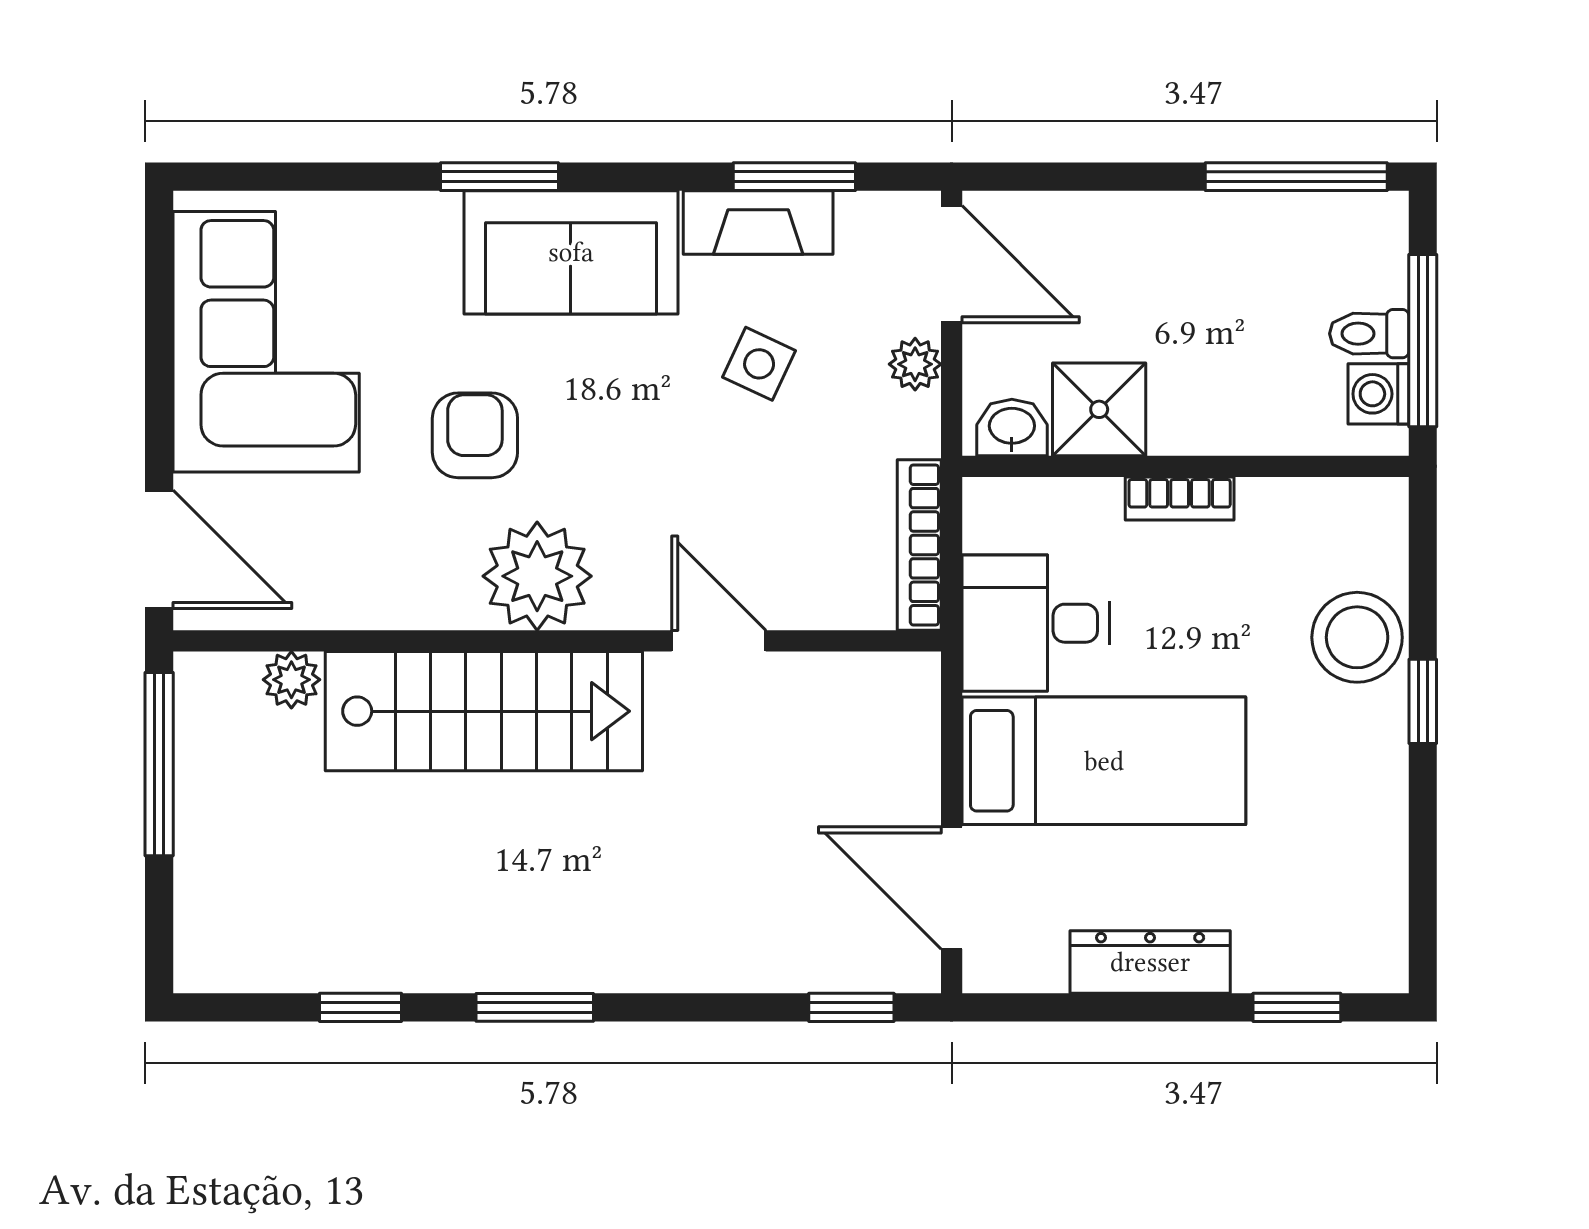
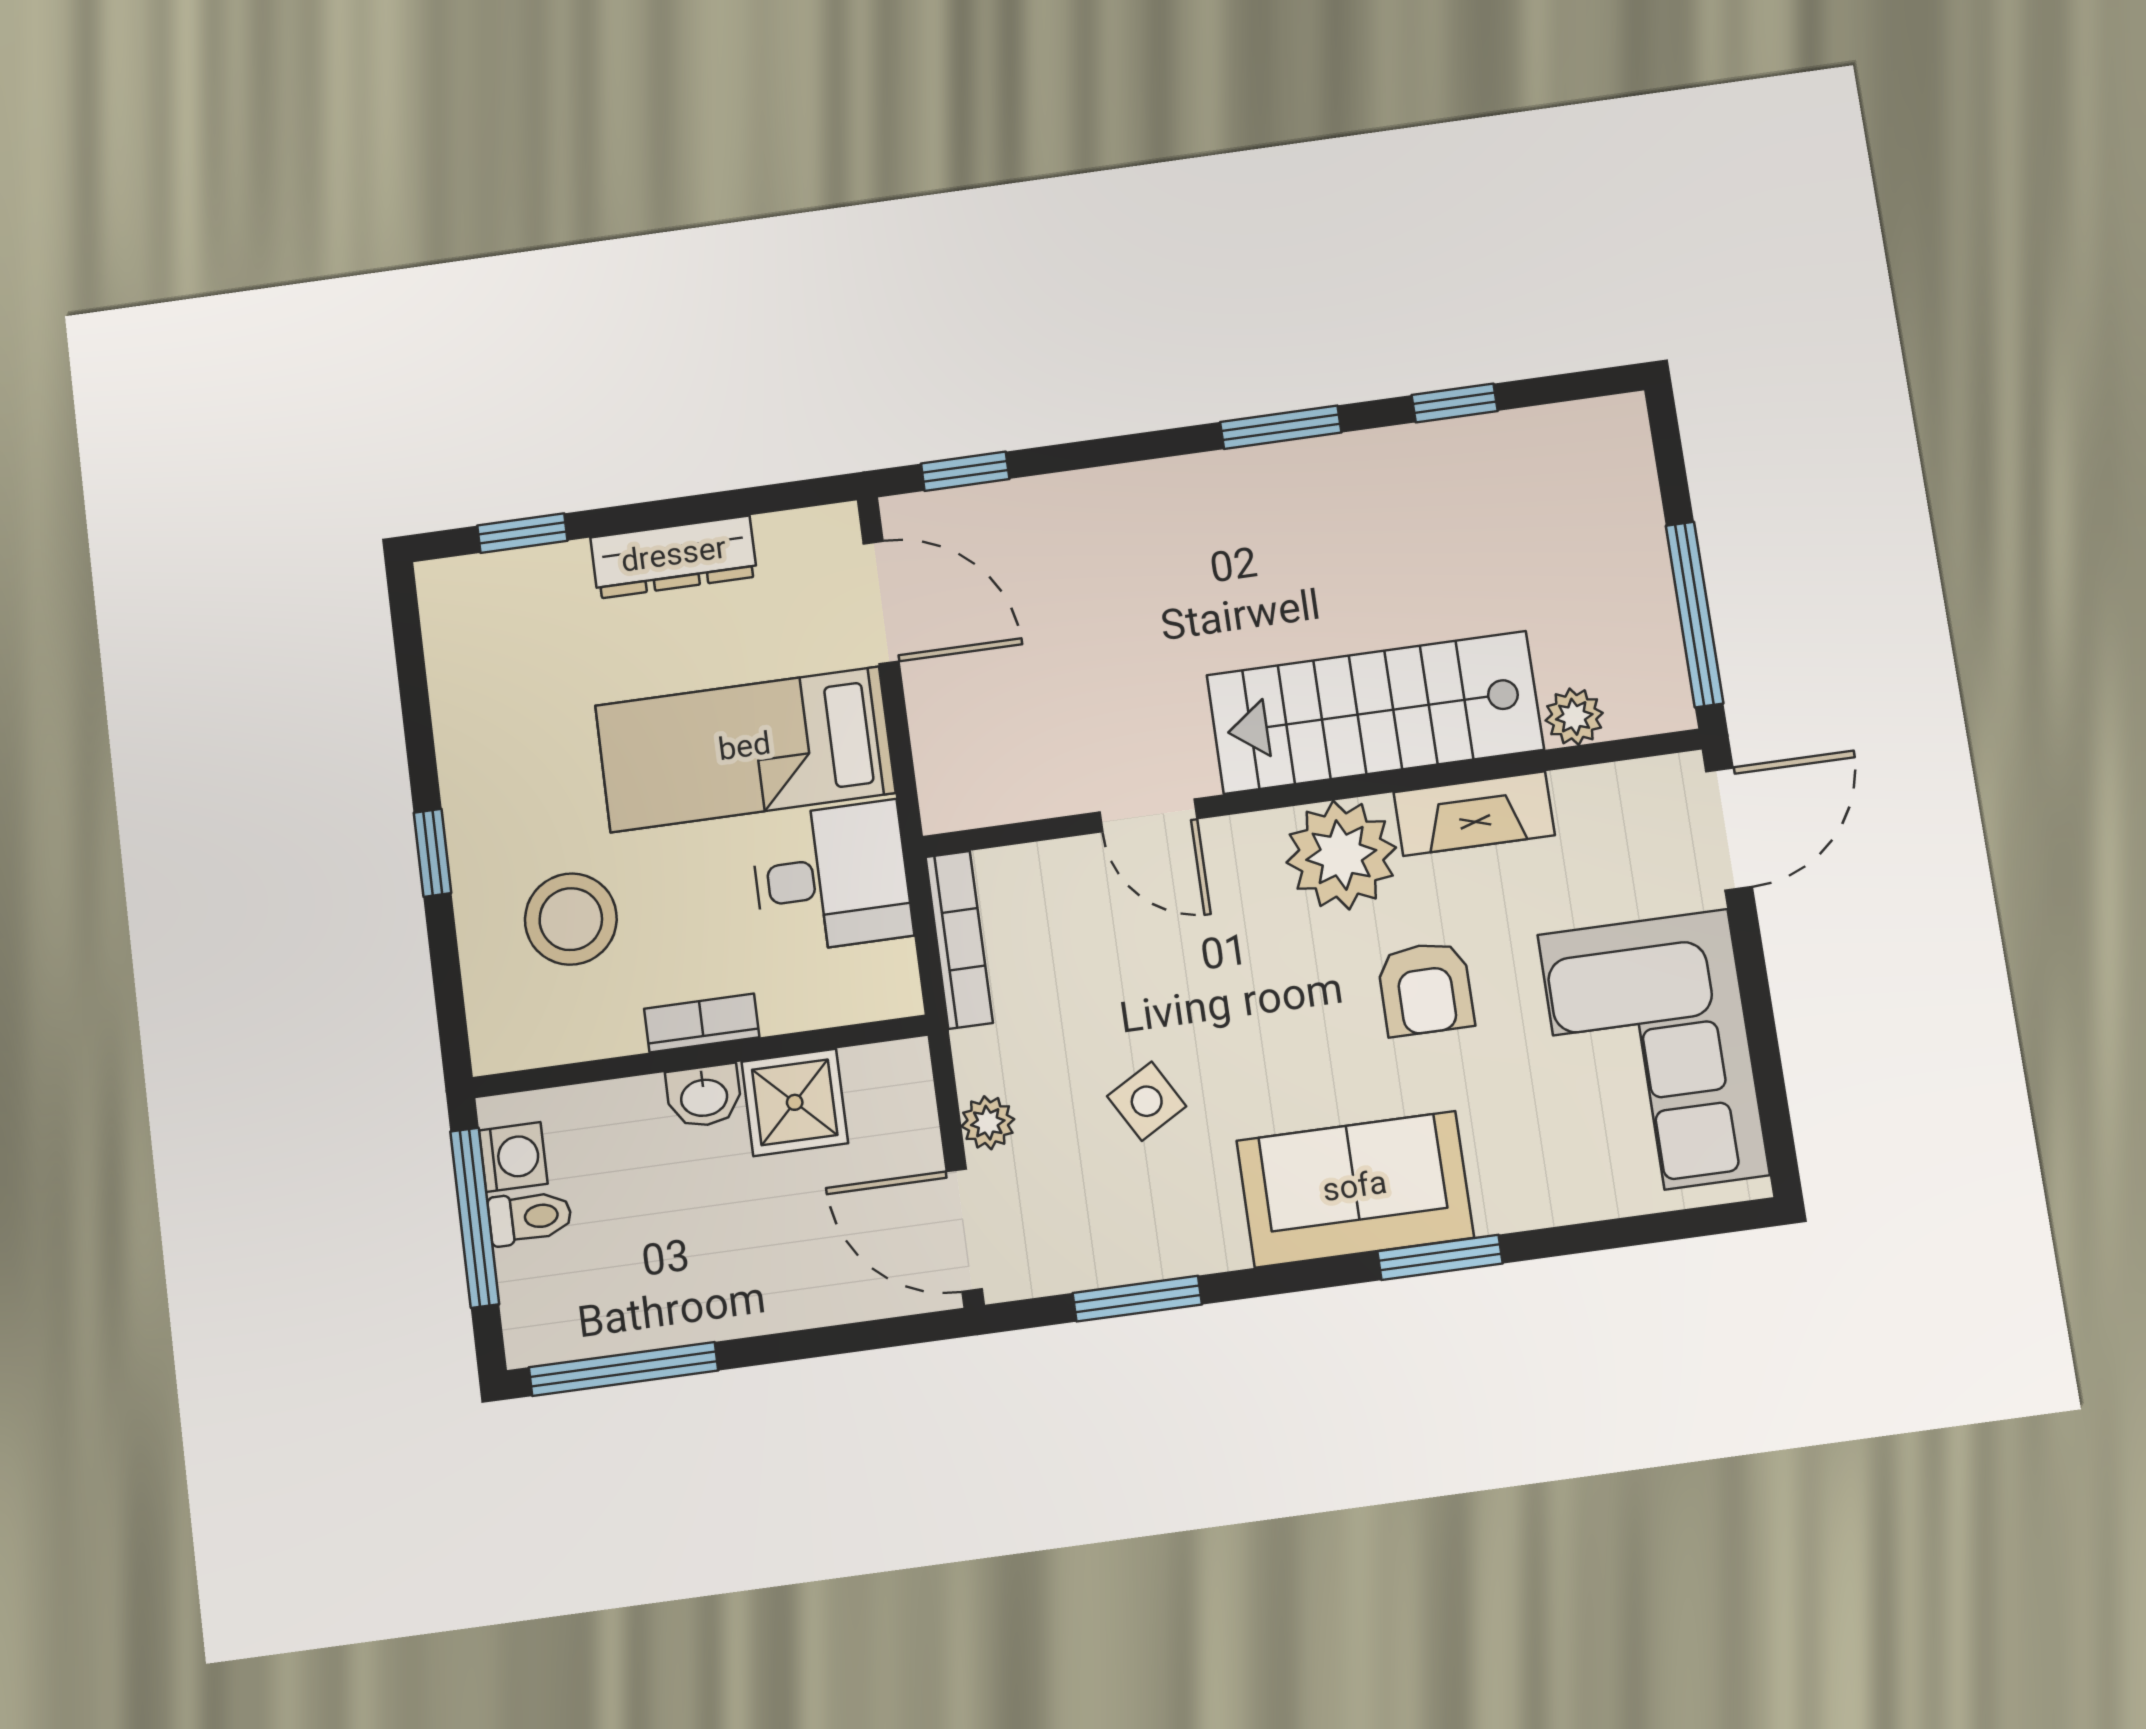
fireplace: (758, 222) -> (1474, 814), moved, turned 180
side table: (759, 364) -> (1147, 1101), turned 35
washbasin: (1012, 427) -> (704, 1096), moved
door: (159, 549) -> (1729, 829), swing flipped
stool: (1357, 637) -> (571, 919), moved

